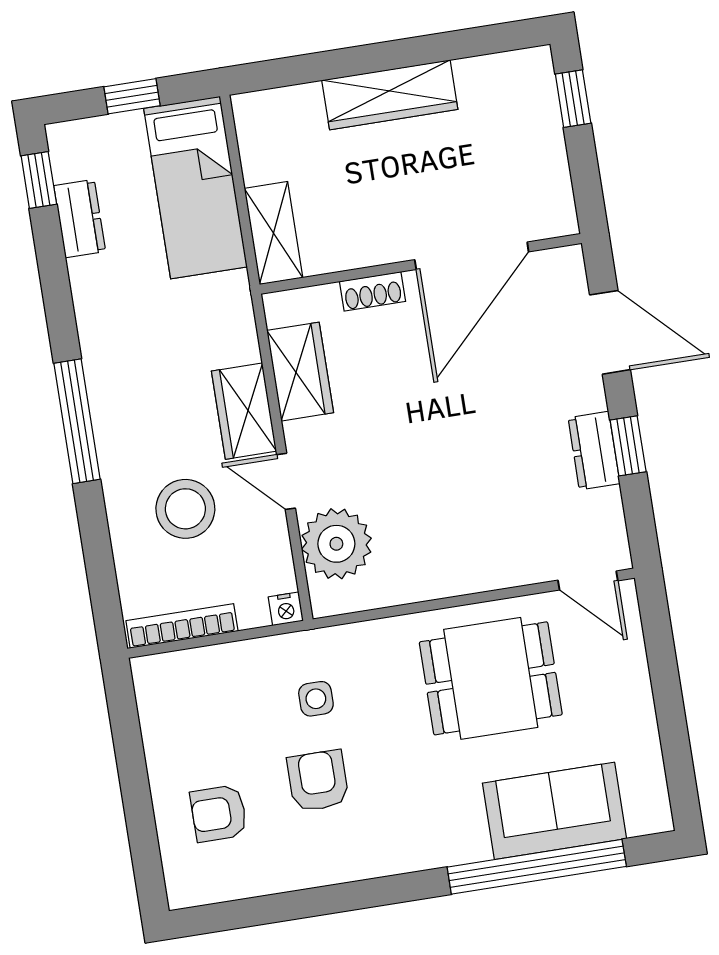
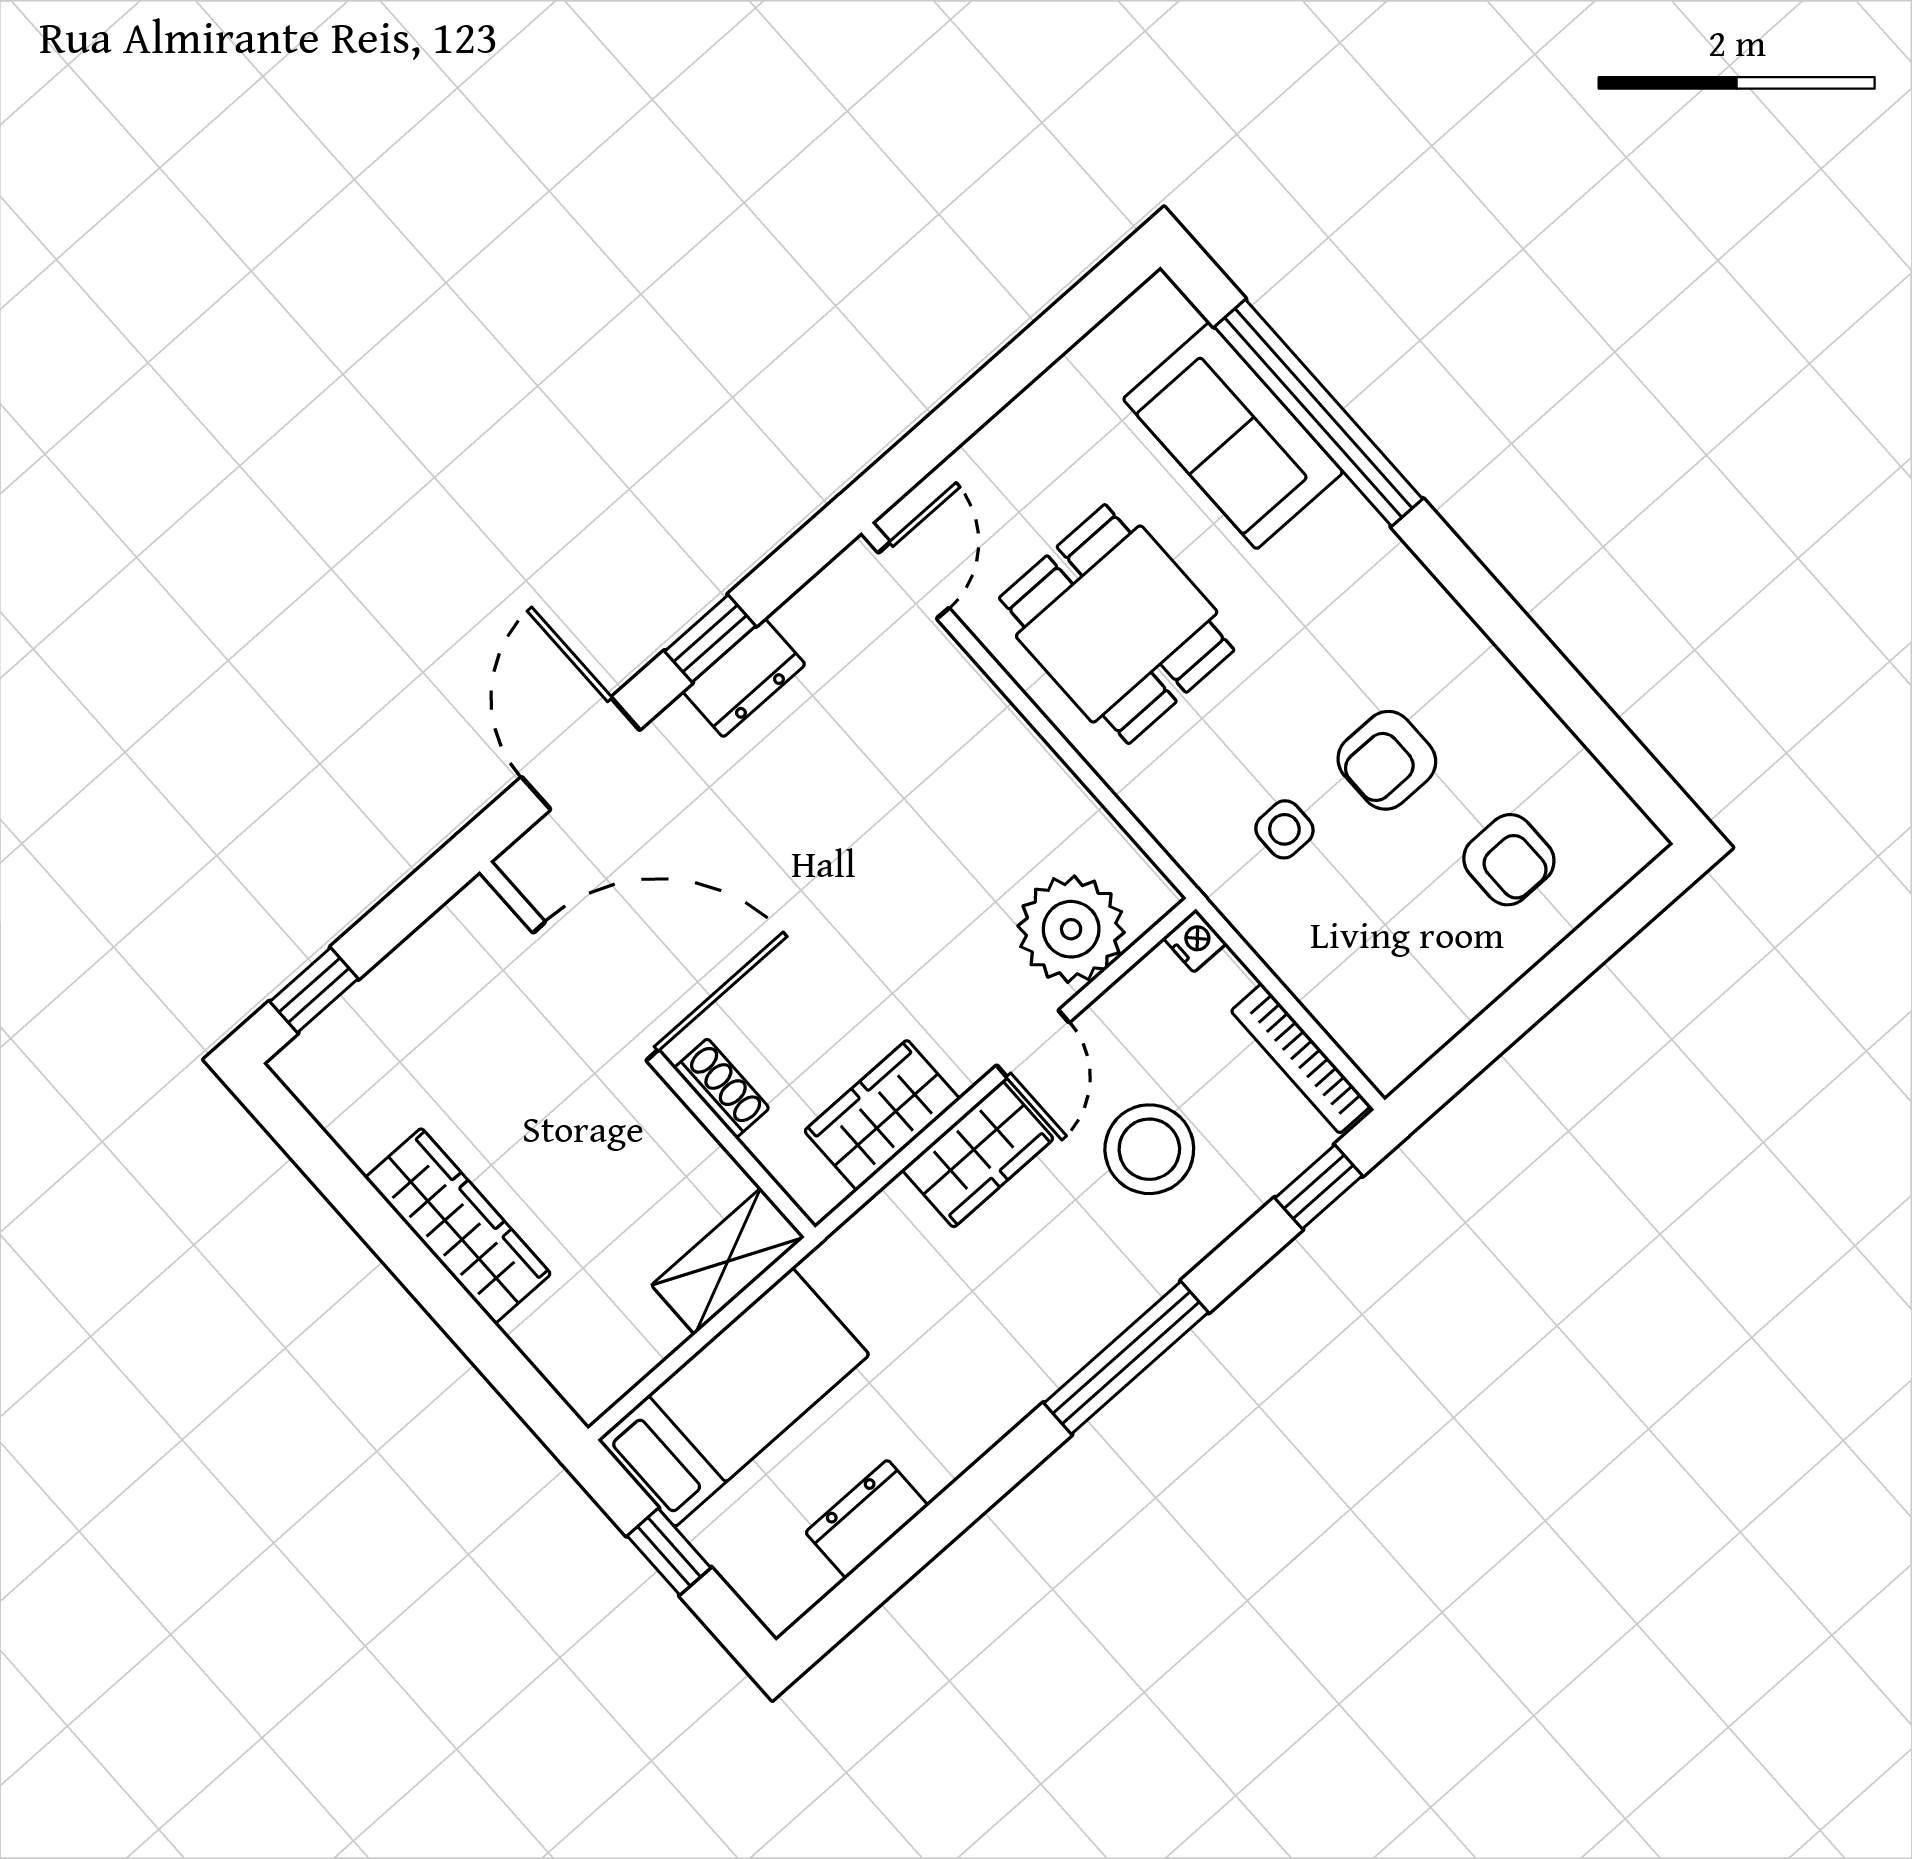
window: (39, 180) -> (1319, 1187), moved

